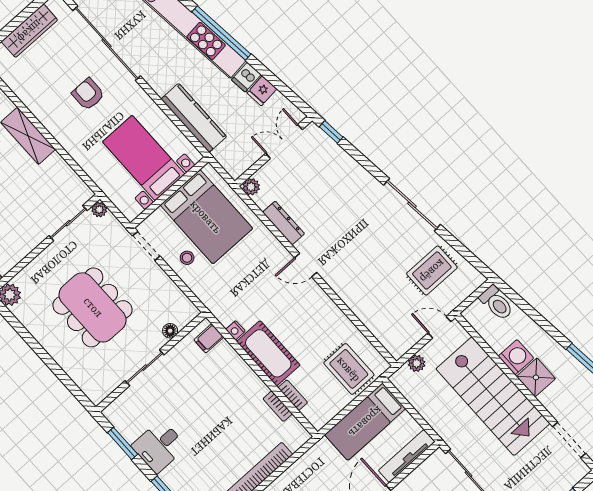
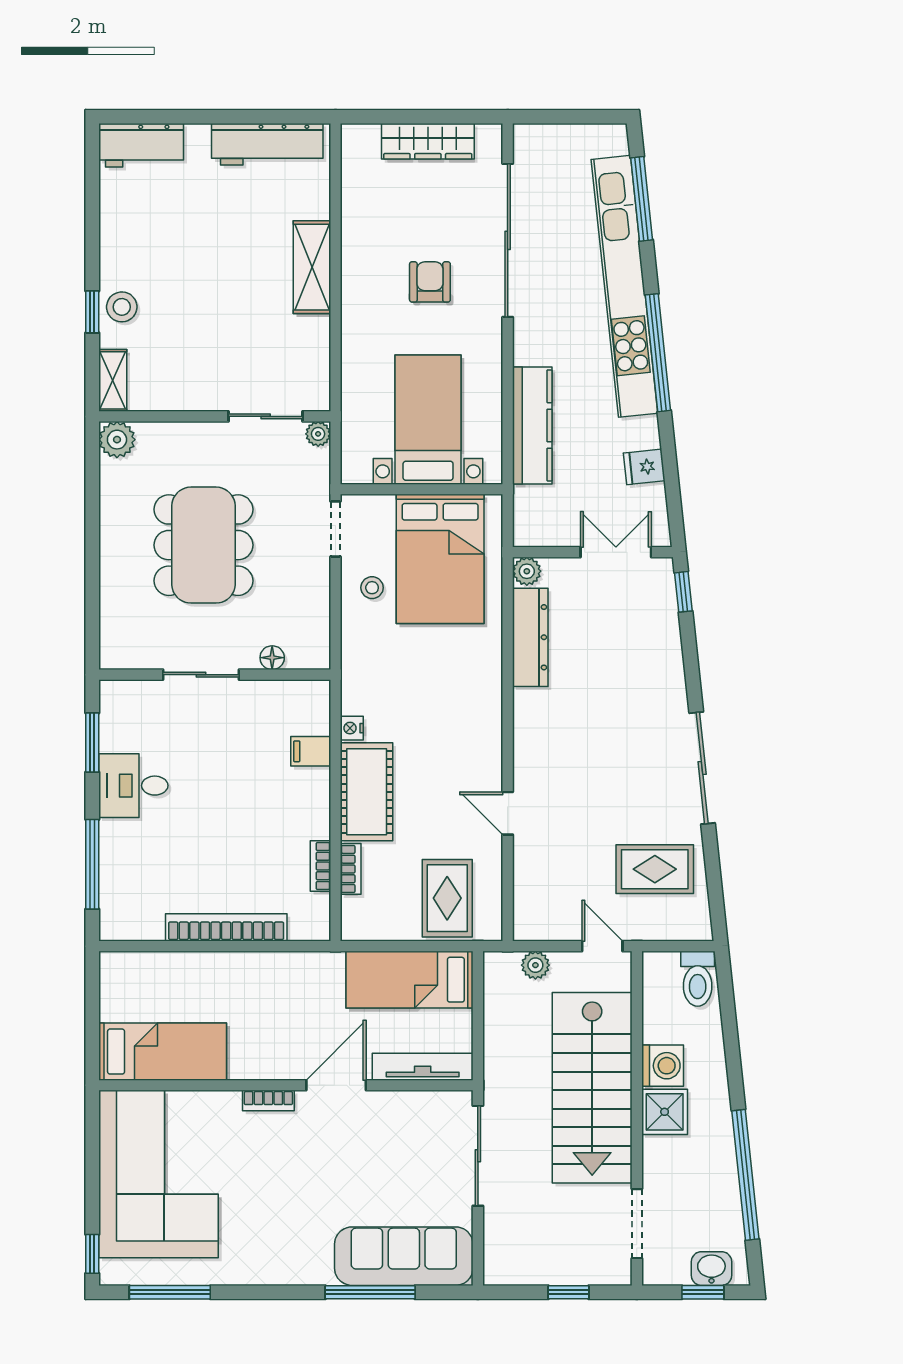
dishwasher: (246, 77) -> (640, 433), removed
dresser: (284, 223) -> (530, 637), width x1.37, depth x1.24
door: (306, 265) -> (508, 813), moved
filing cabinet: (209, 338) -> (311, 751), moved

